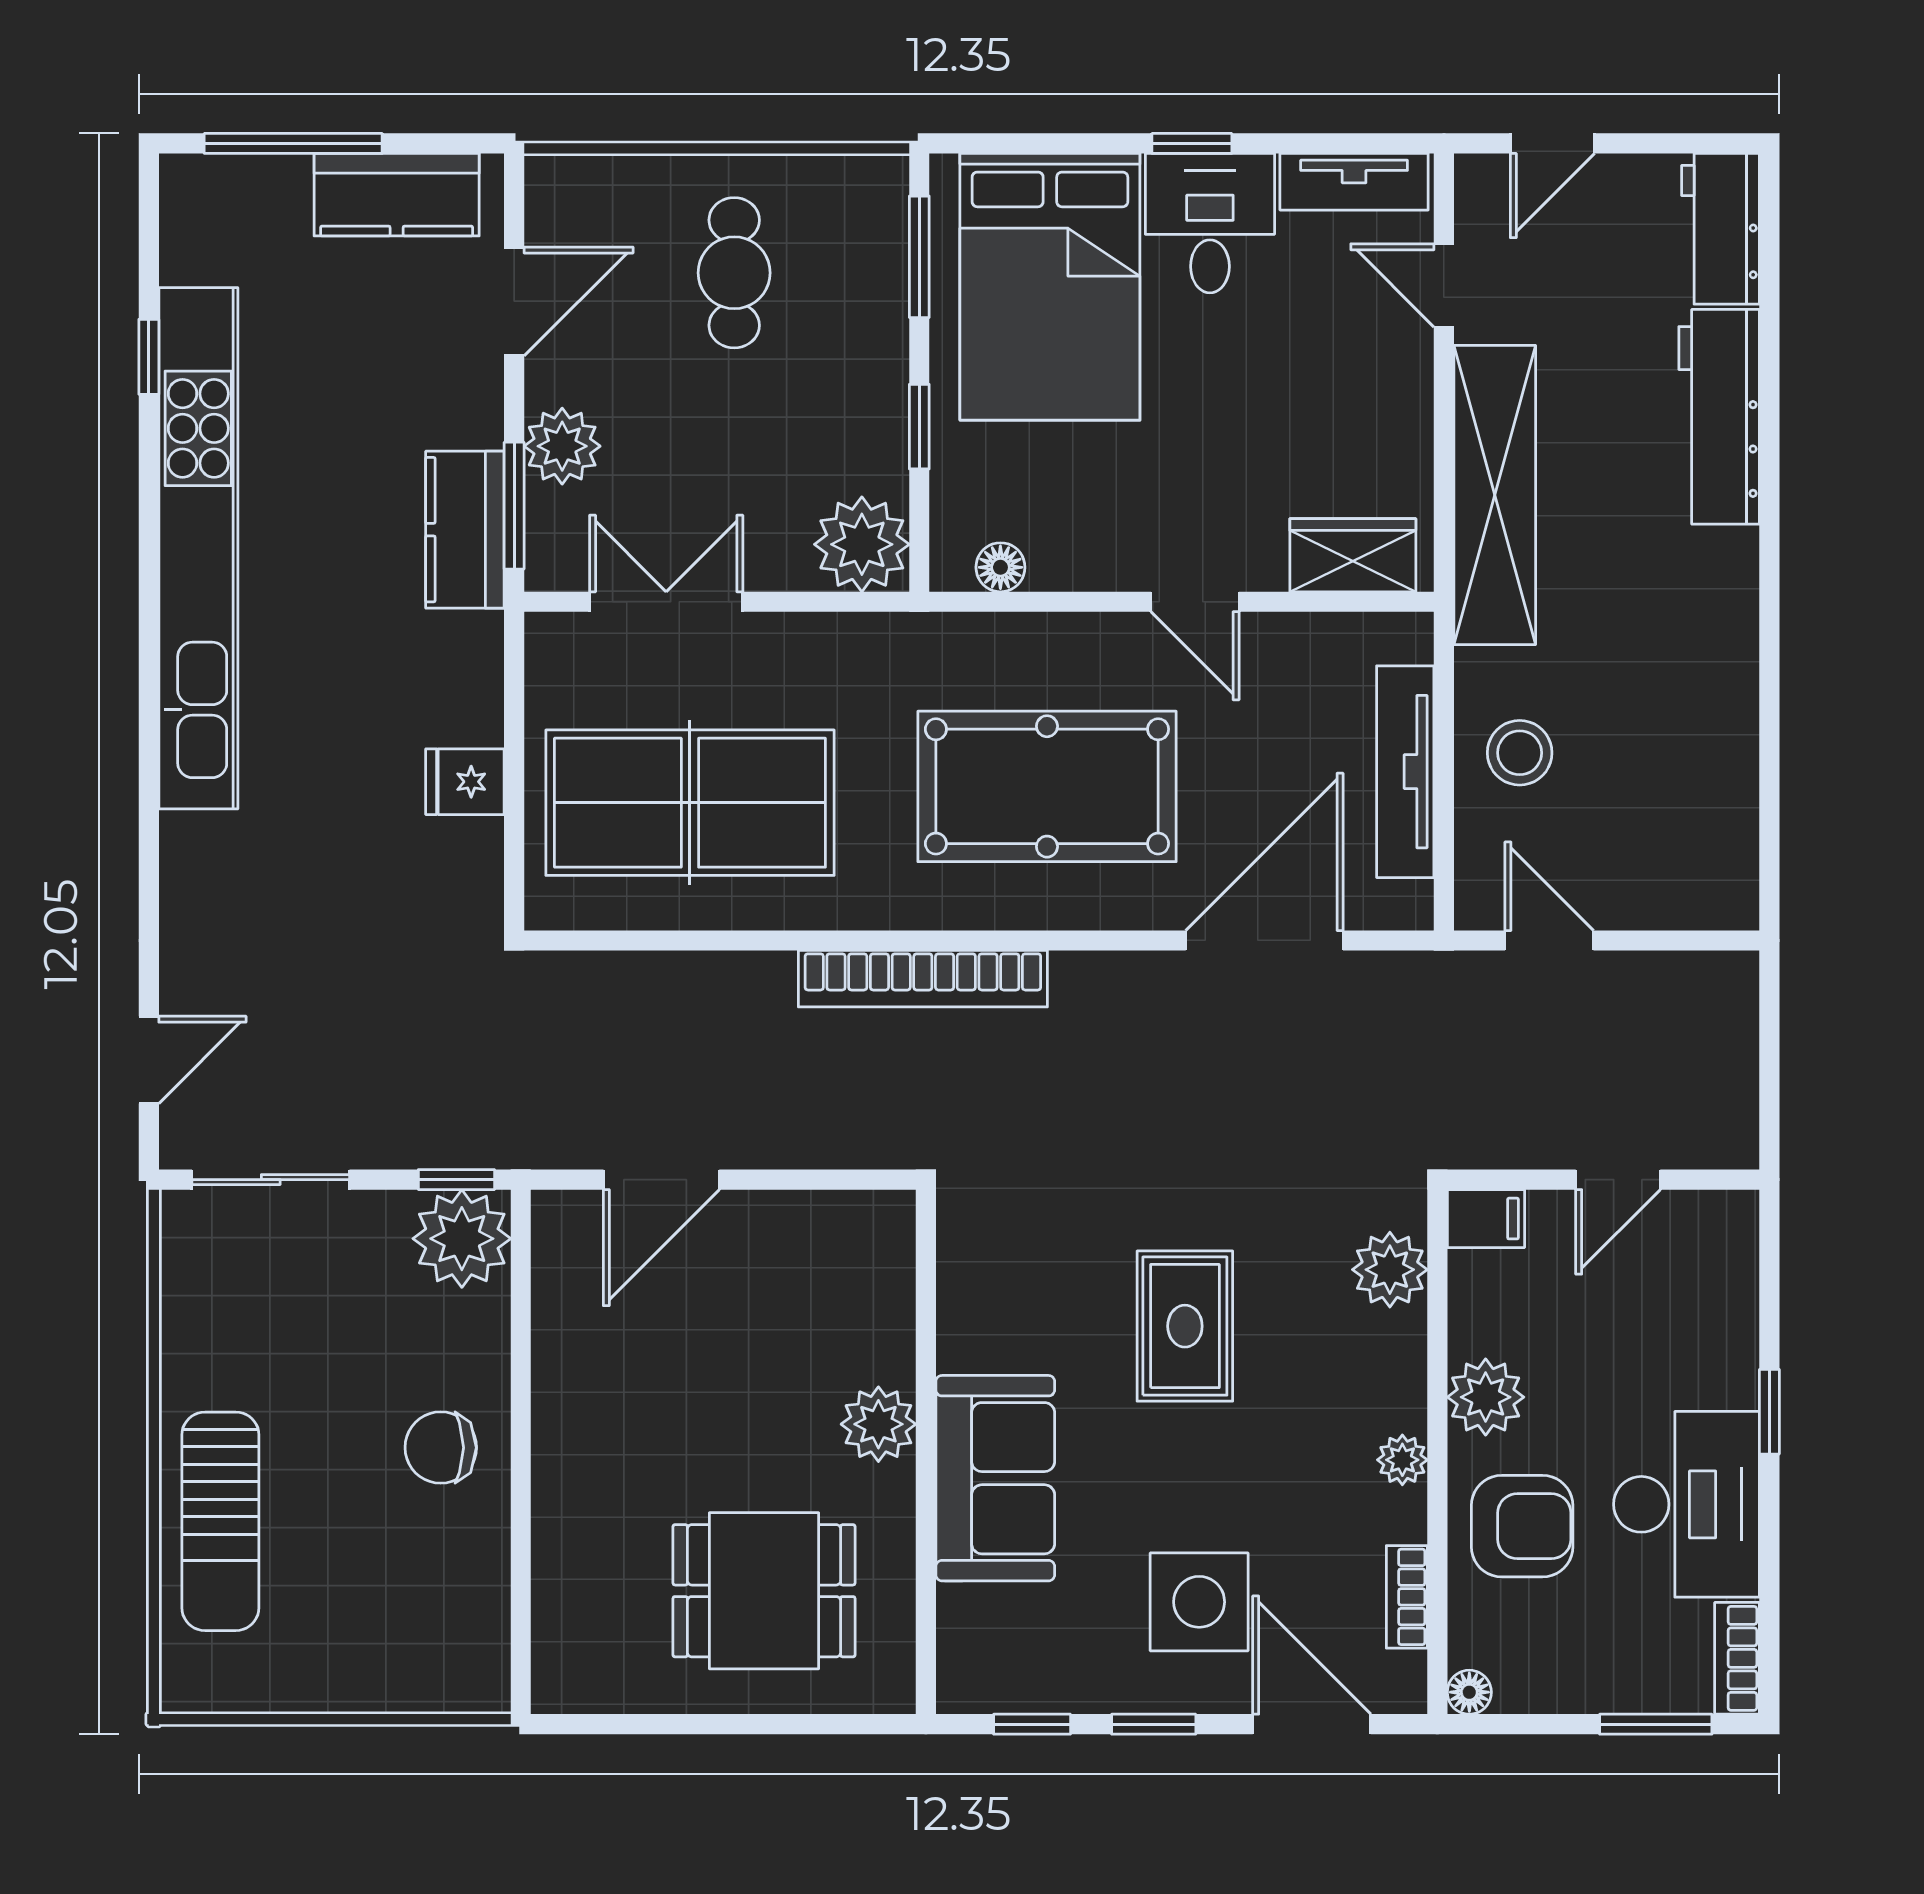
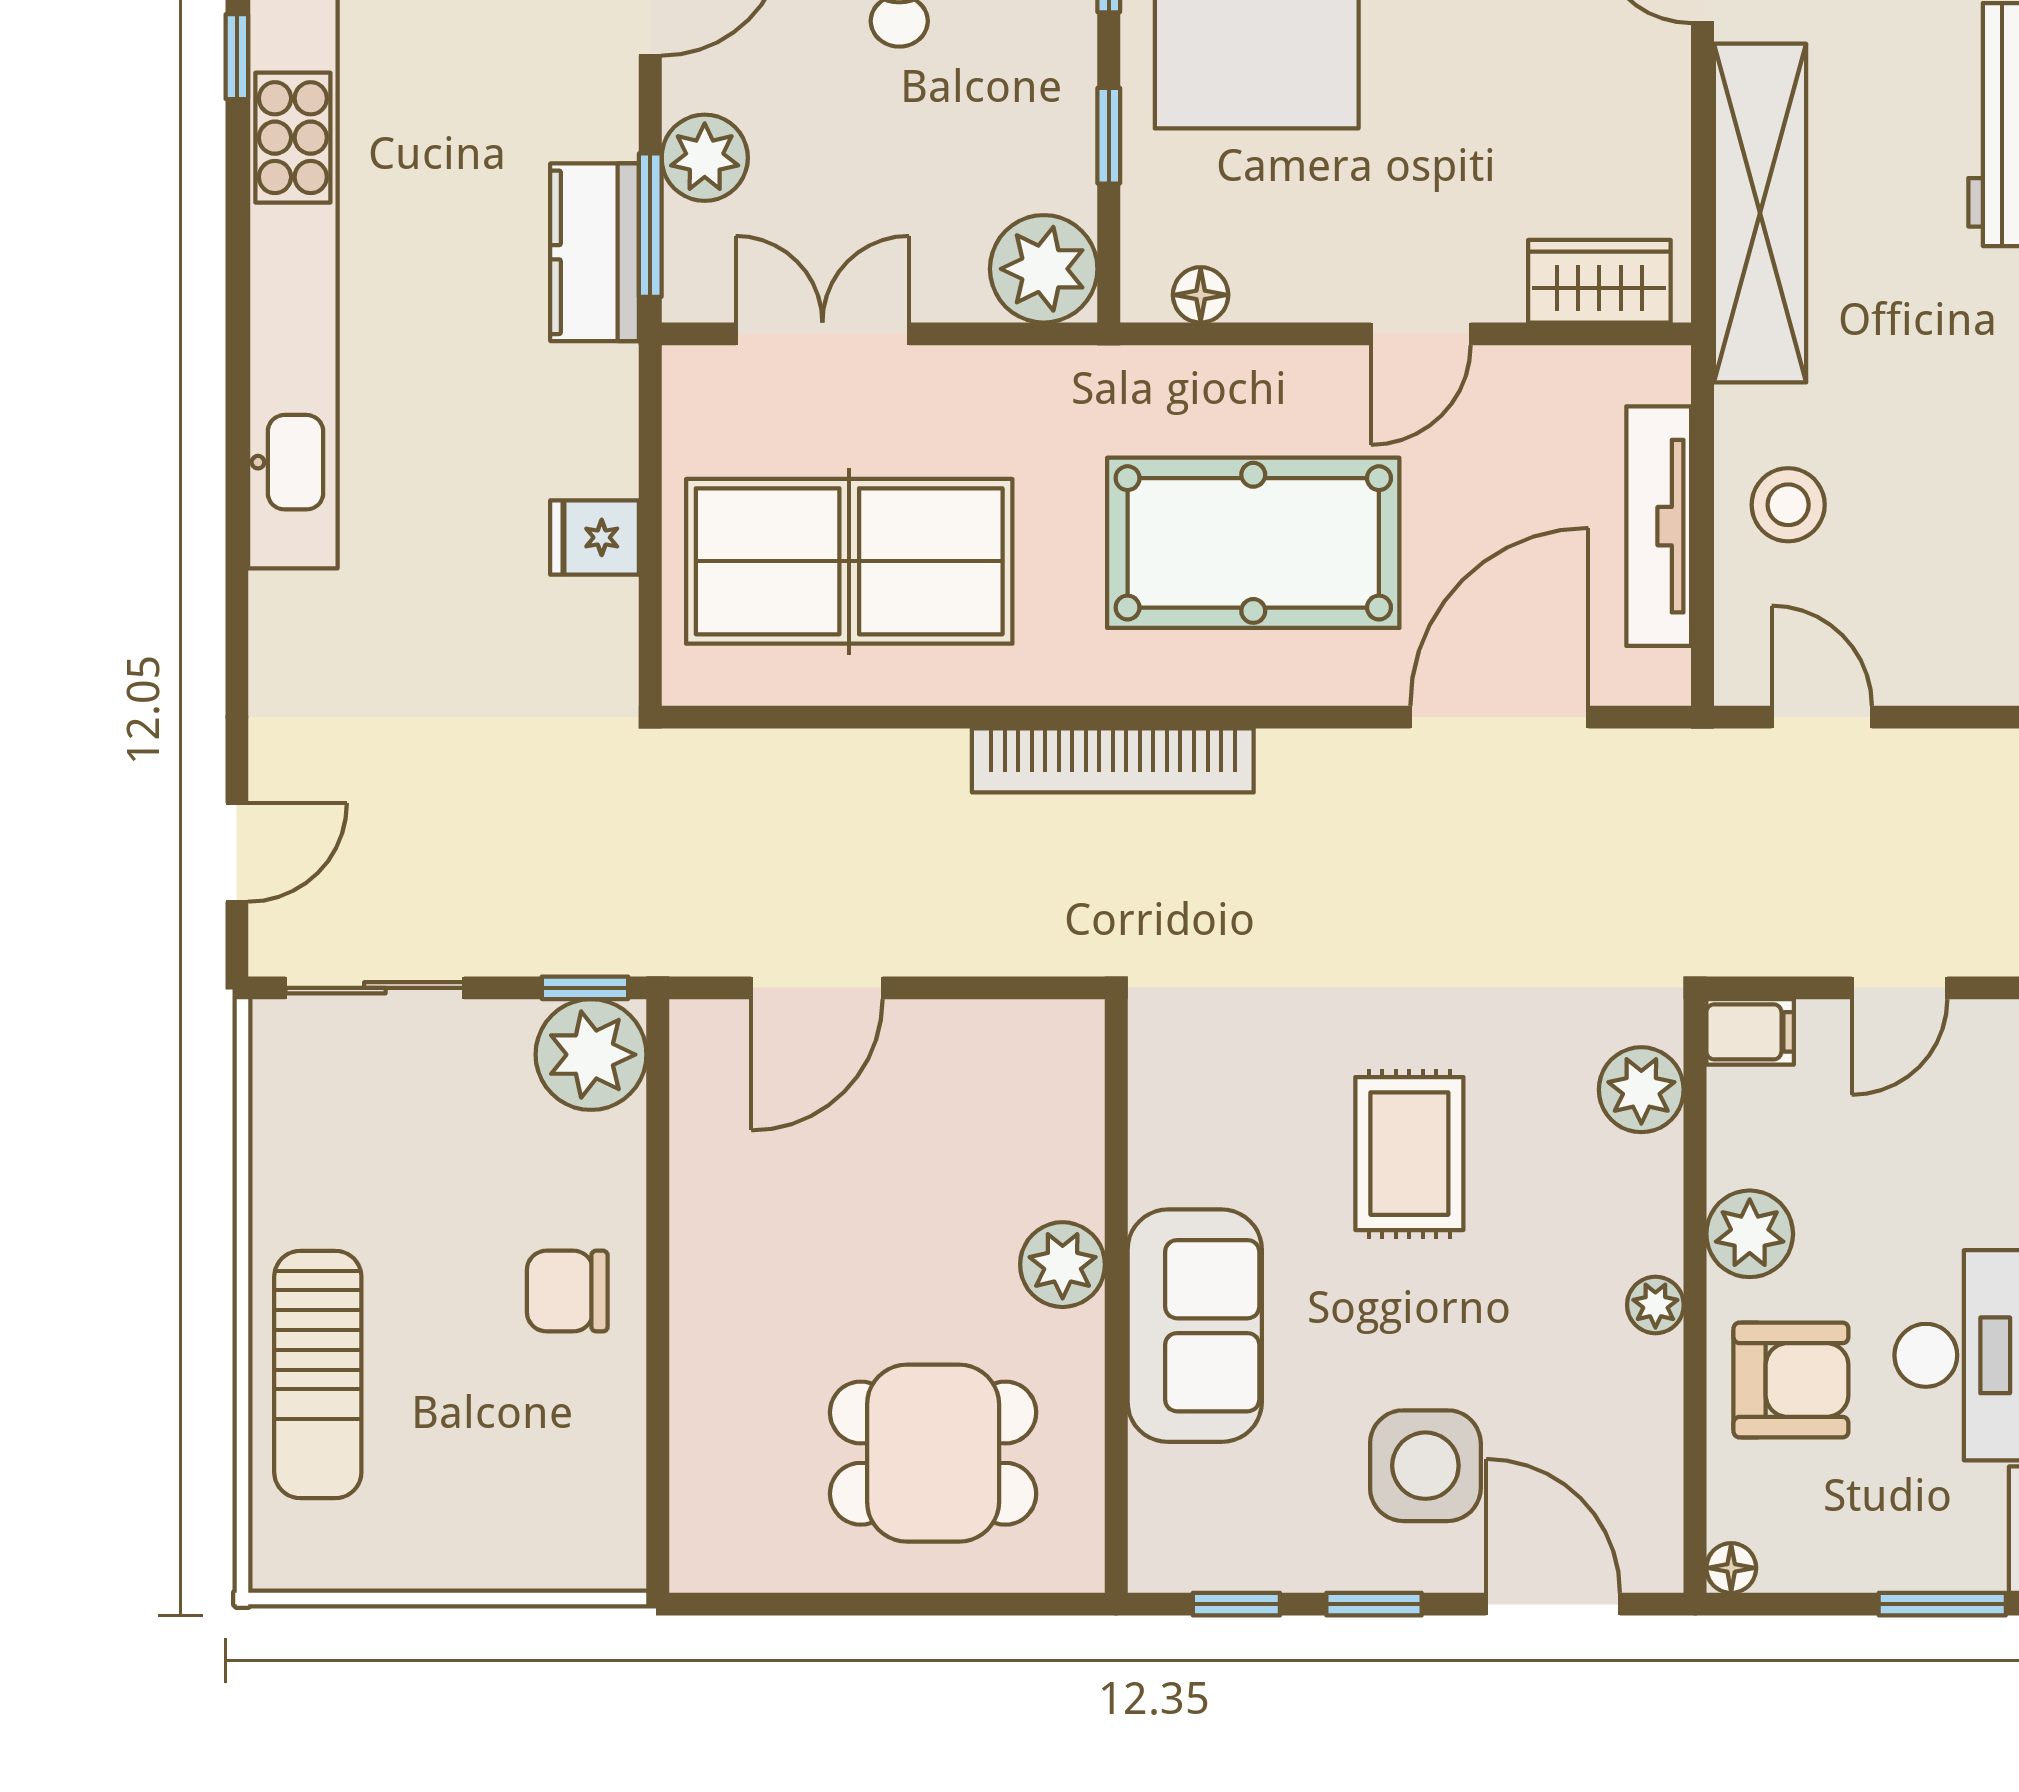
door: (1195, 602) -> (1421, 334), hinge flipped
bookcase: (1407, 1597) -> (1660, 1460), removed

